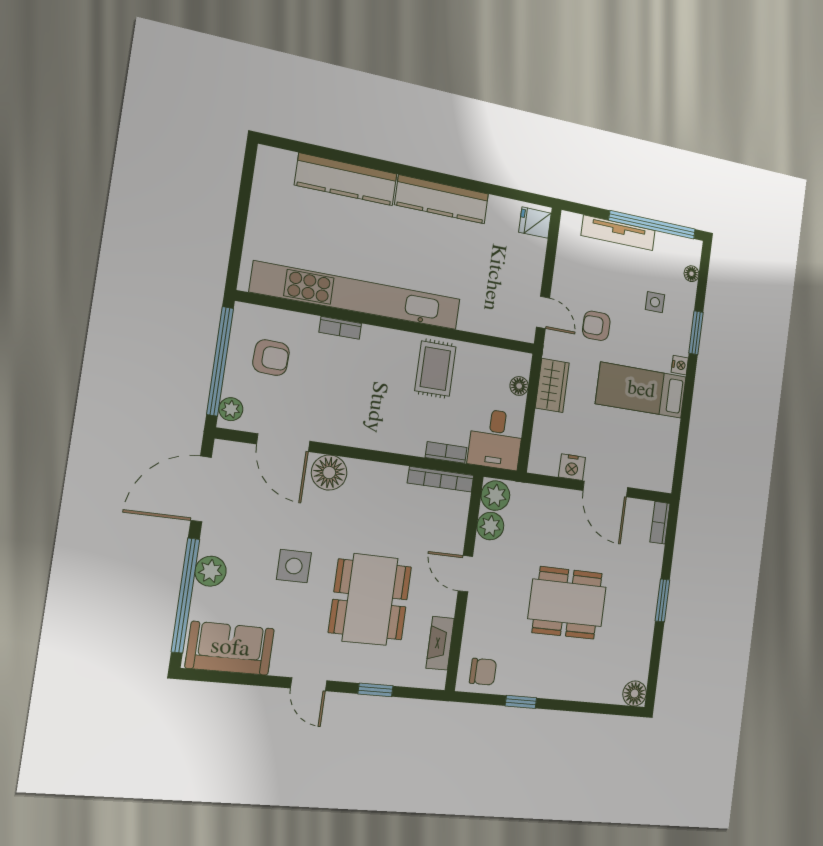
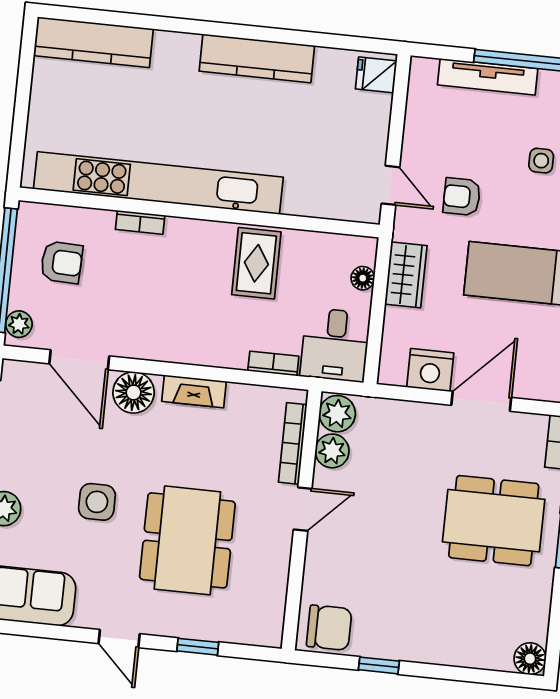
kitchen counter: (346, 179) -> (93, 42), moved
nightstand: (572, 467) -> (430, 370), width x1.36, depth x1.33
bookcase: (441, 479) -> (293, 443), moved, turned 90
door: (605, 489) -> (481, 401), swing flipped
door: (465, 574) -> (303, 509), swing flipped
dining table: (567, 603) -> (494, 521), moved
fireplace: (440, 643) -> (194, 391), moved, turned -90
chair: (483, 672) -> (329, 628), width x1.37, depth x1.37

